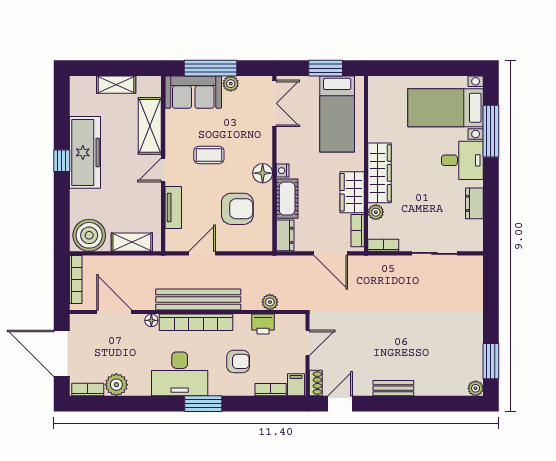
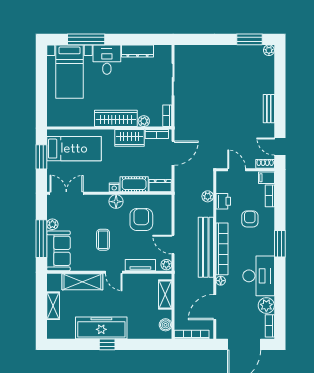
dresser: (474, 203) -> (137, 51), width x1.44
boiler: (89, 235) -> (166, 325), width x0.54, depth x0.54
plant: (174, 244) -> (166, 265), added
desk: (180, 374) -> (259, 276), moved

